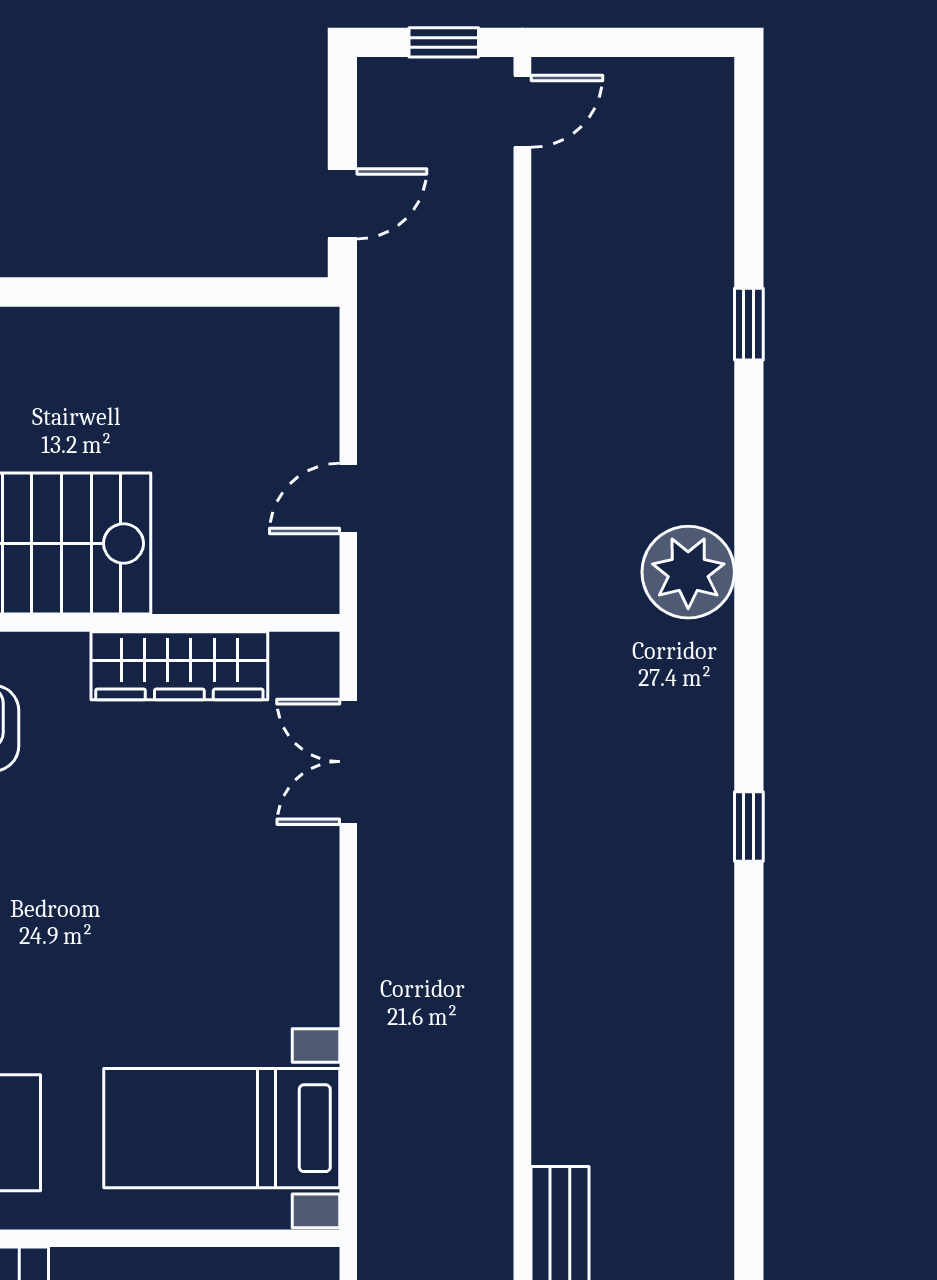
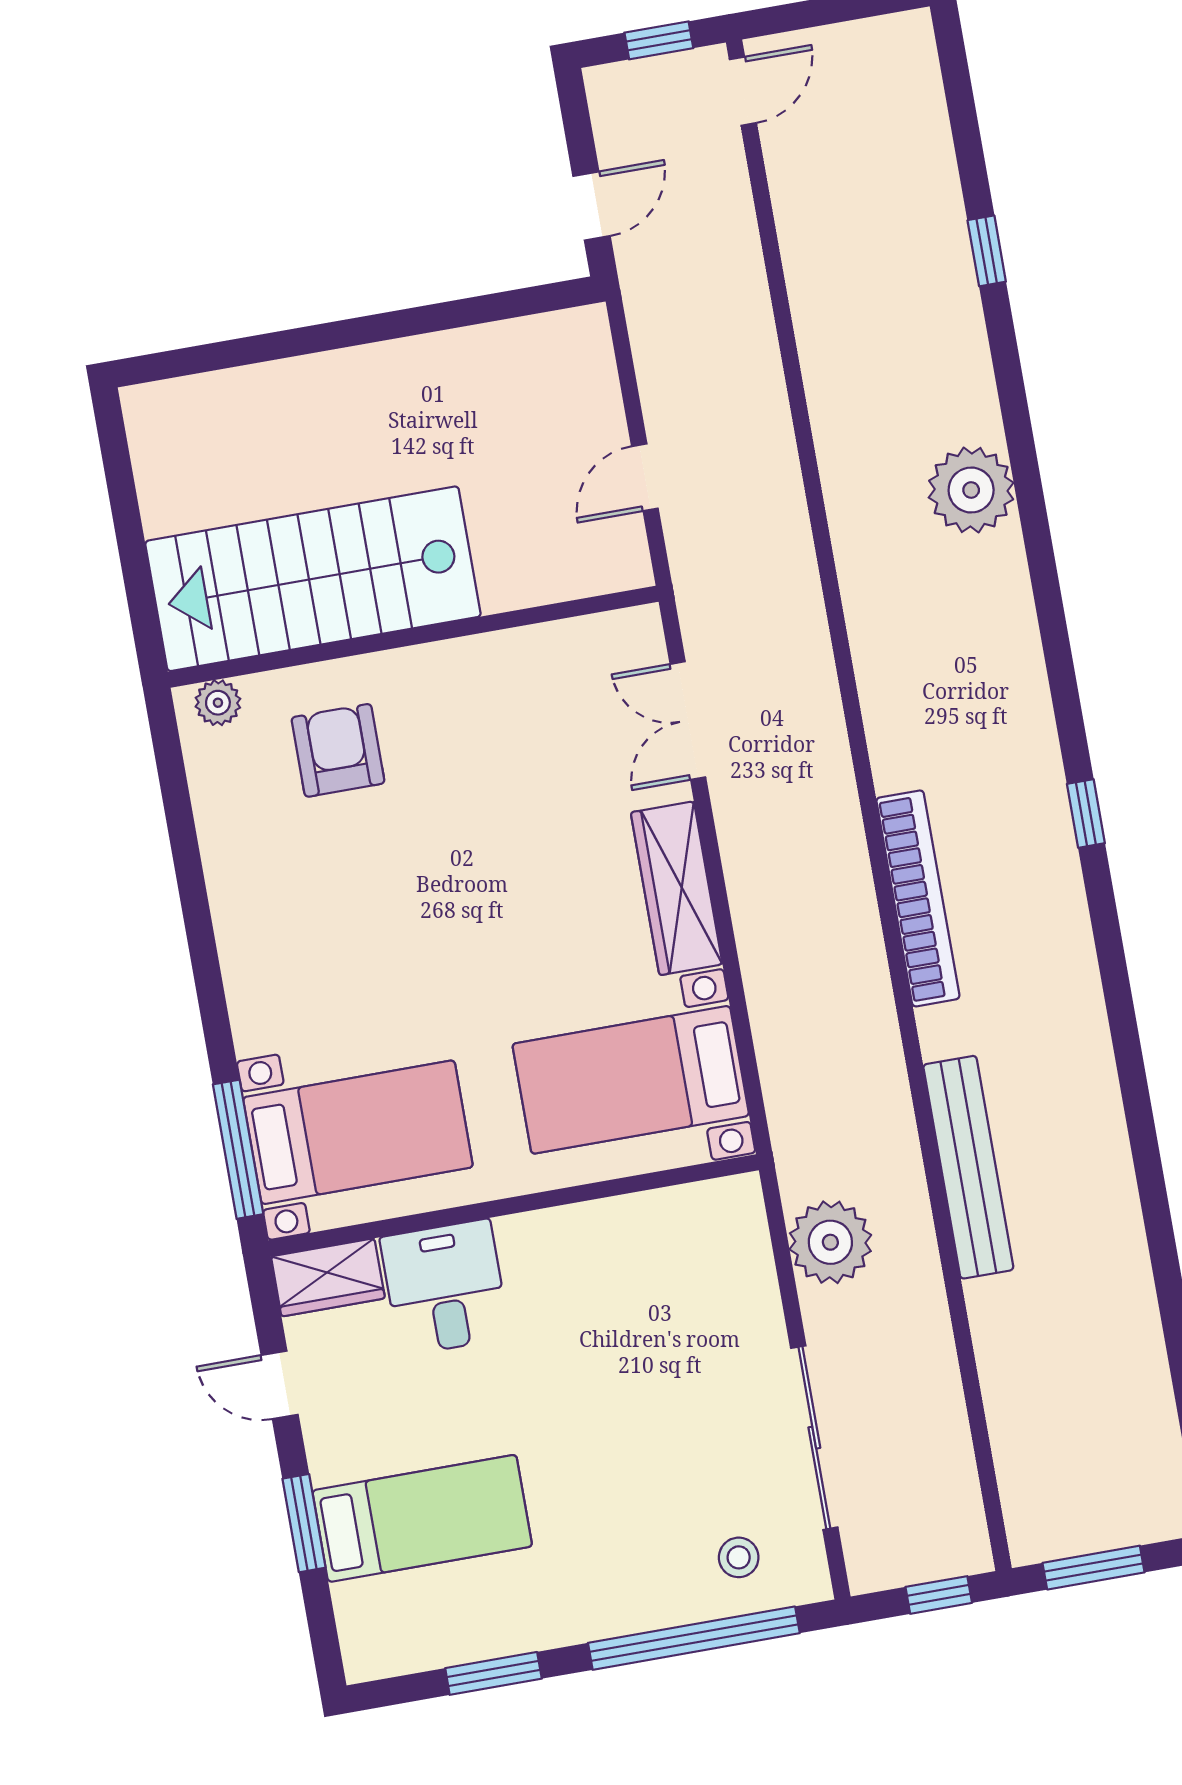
wardrobe: (179, 666) -> (677, 888), moved, turned 90
window: (749, 827) -> (1086, 814), moved
bookcase: (557, 991) -> (918, 898), added

